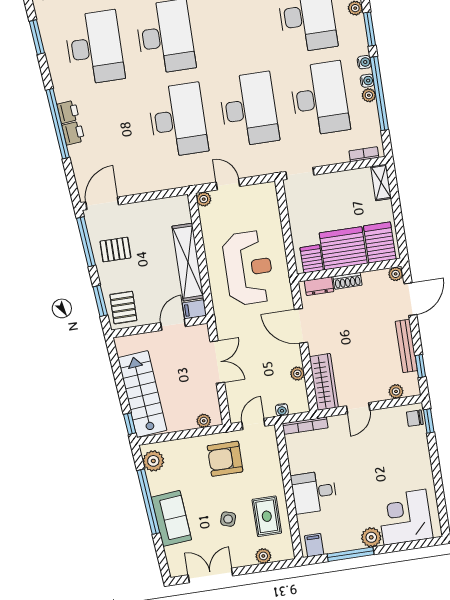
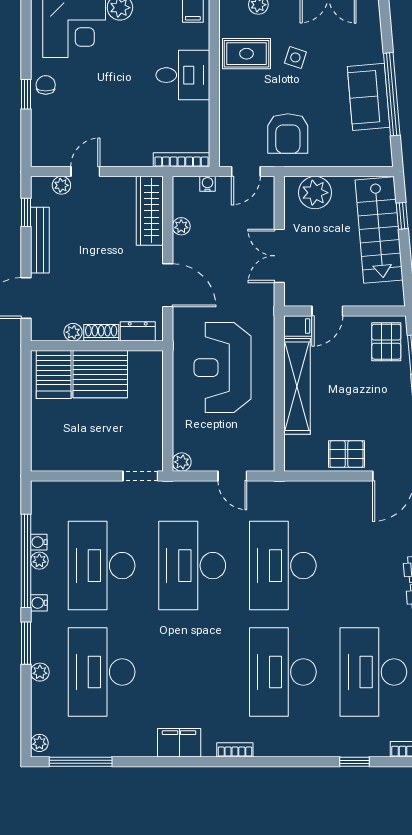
water cooler: (367, 81) -> (39, 542), moved
bookcase: (364, 154) -> (57, 488), removed
shelving: (381, 182) -> (41, 449), removed
plant: (204, 199) -> (182, 462), moved
pallet: (115, 250) -> (347, 454), moved
server rack: (312, 259) -> (142, 367), removed
plant: (396, 274) -> (73, 332), moved
door: (358, 408) -> (85, 172), moved
chair: (415, 418) -> (46, 85), moved, turned -90
plant: (204, 421) -> (315, 193), width x1.88, depth x1.88
window: (429, 421) -> (26, 94), moved
window: (130, 424) -> (402, 216), moved
armchair: (225, 459) -> (288, 133), turned 90
plant: (153, 461) -> (378, 144), removed
rug: (267, 516) -> (246, 54), turned 90
sofa: (171, 518) -> (369, 97), moved

